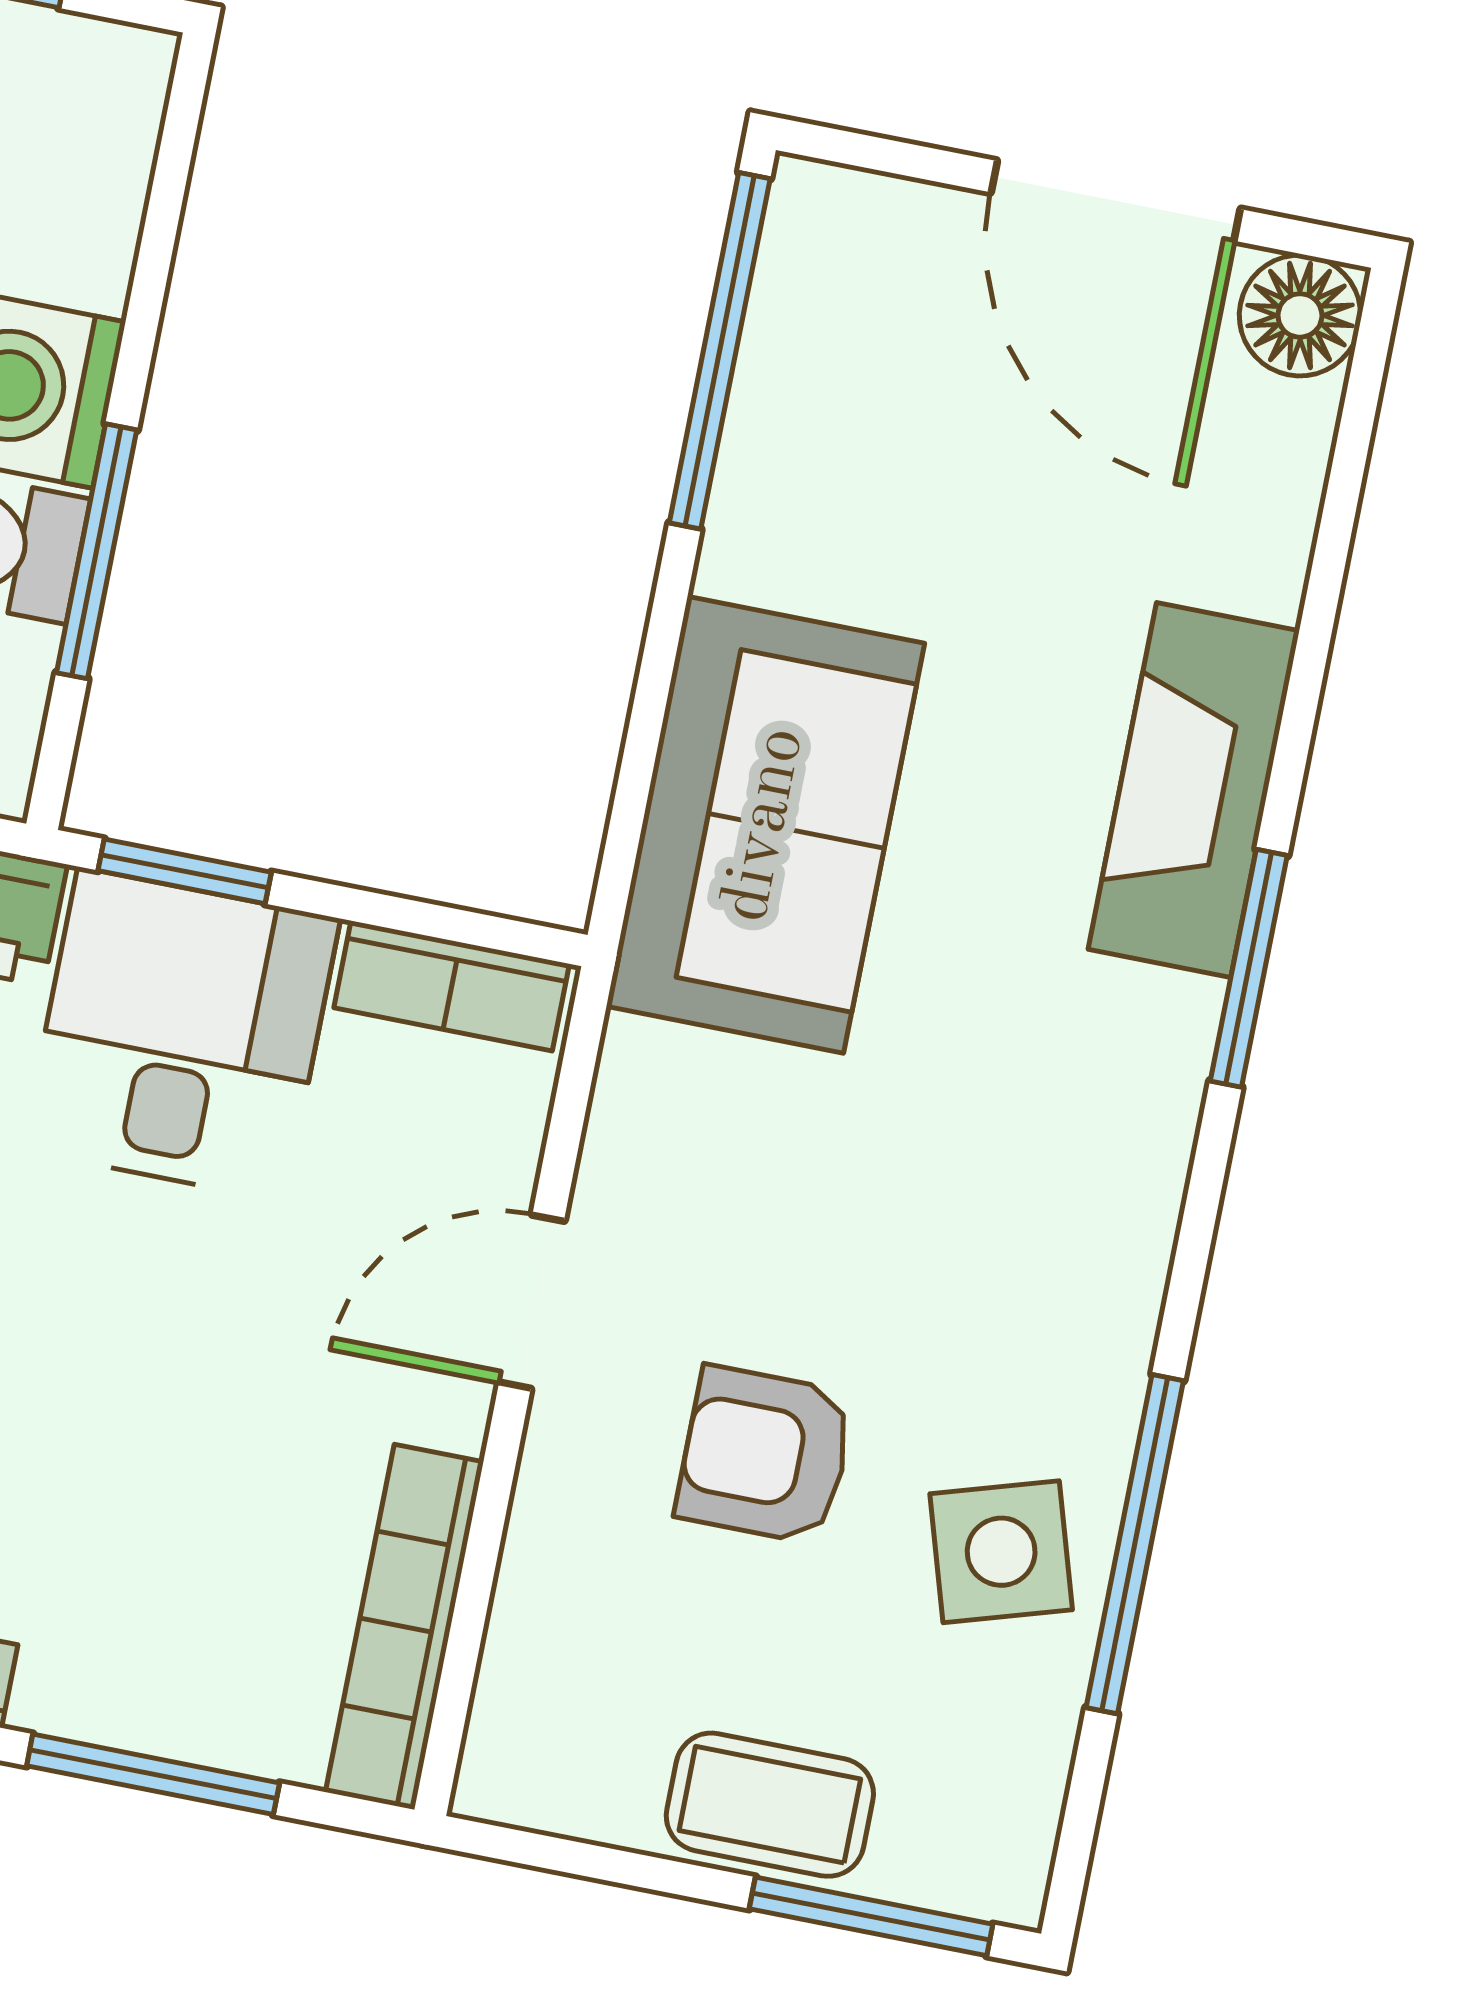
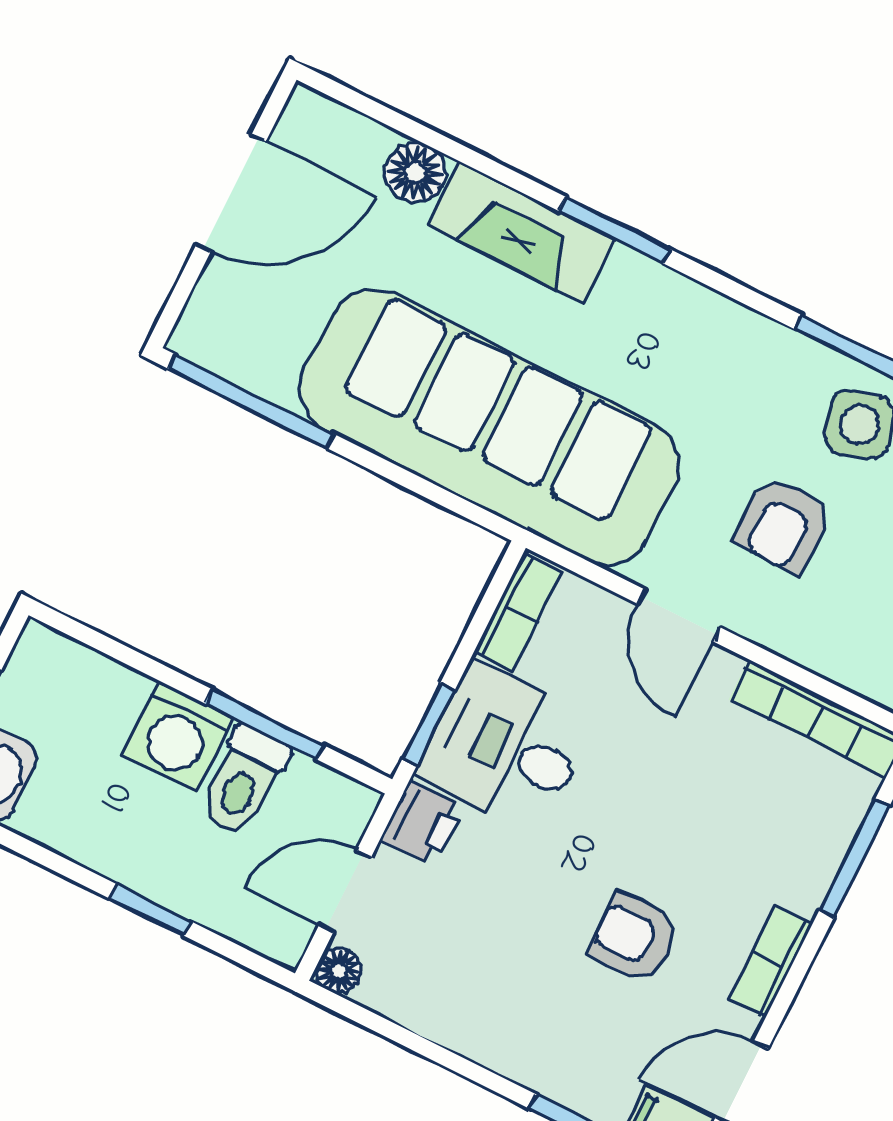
floor lamp: (1300, 315) -> (415, 173), moved
sofa: (765, 825) -> (490, 427), width x1.85, depth x1.27

